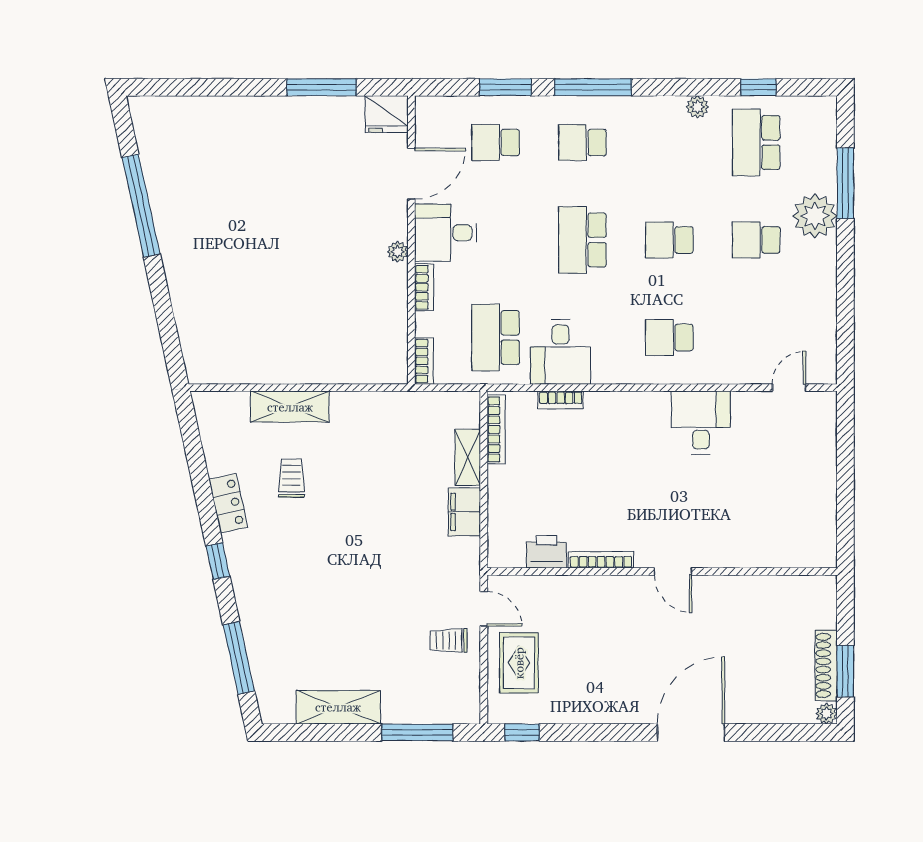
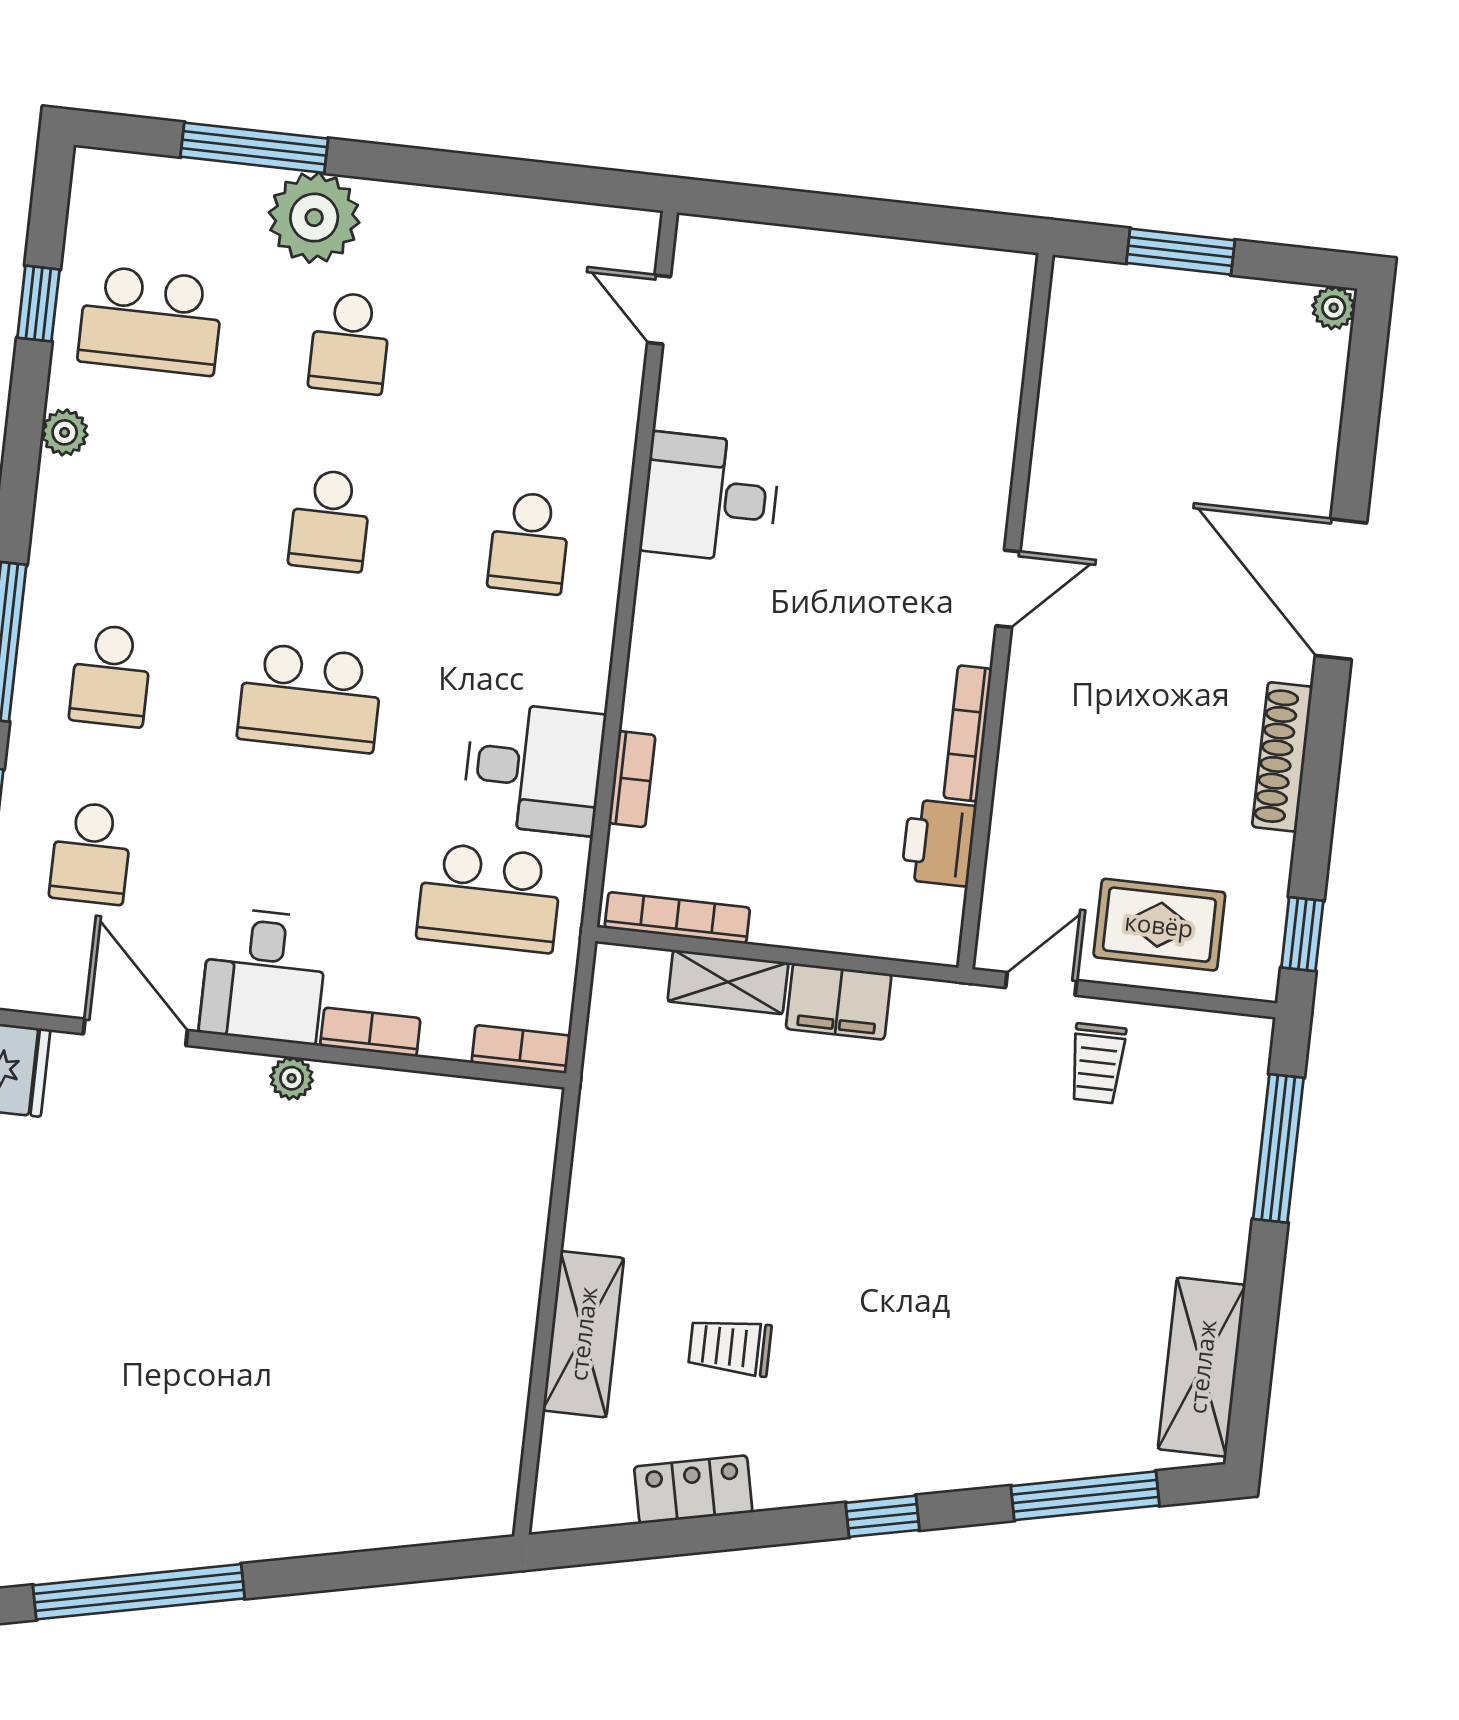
locker: (228, 503) -> (693, 1489), moved
shoe rack: (826, 665) -> (1282, 757), moved, turned 90
window: (845, 671) -> (1181, 252), moved
shelving: (338, 707) -> (1202, 1367), moved

